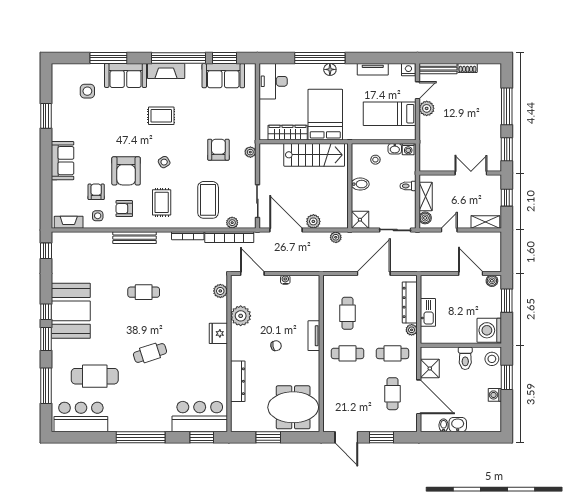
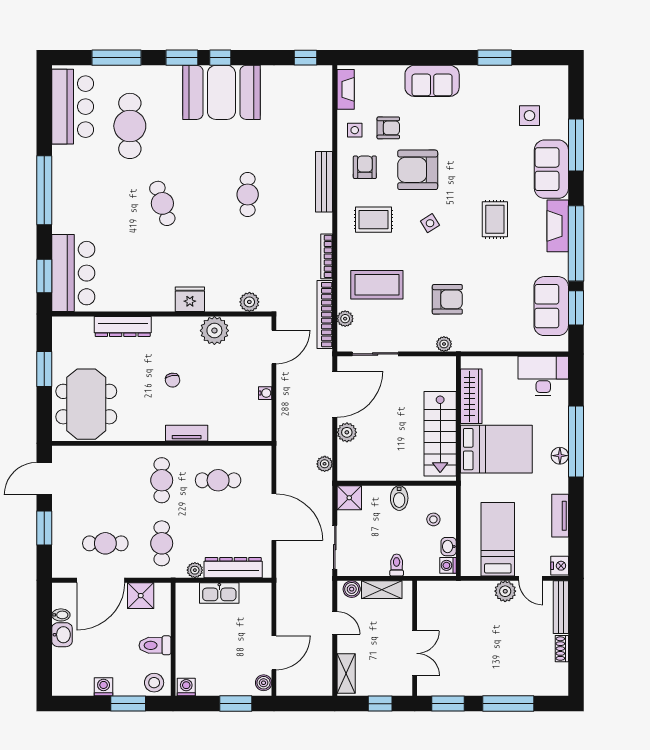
washing machine: (489, 330) -> (186, 687), width x0.53, depth x0.53

